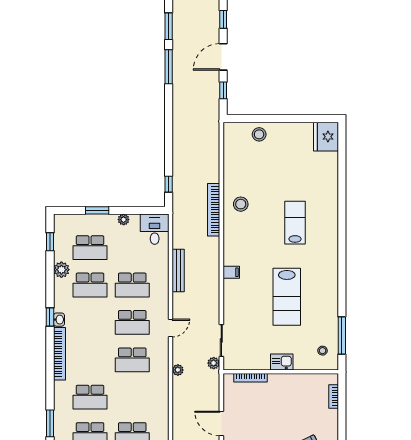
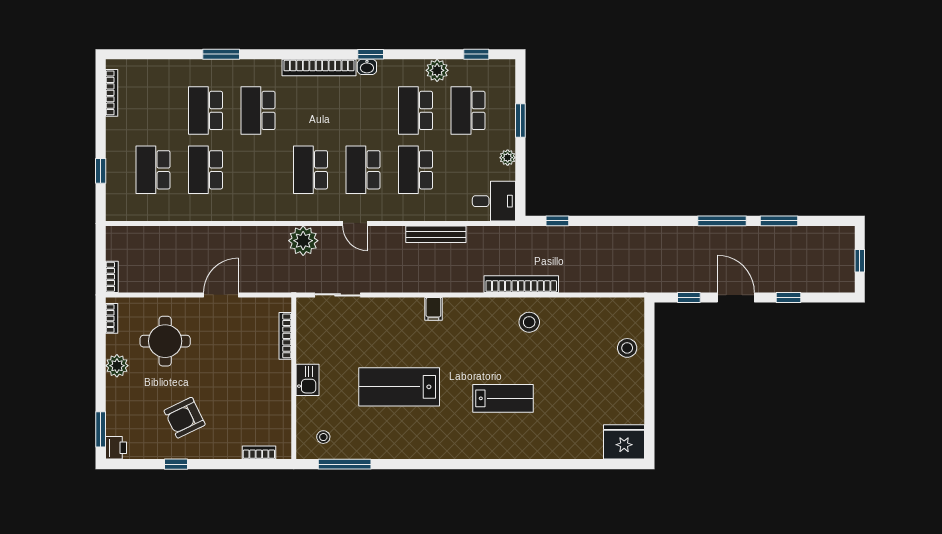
plant: (214, 363) -> (306, 284), removed
plant: (178, 370) -> (303, 241), width x1.87, depth x1.87

